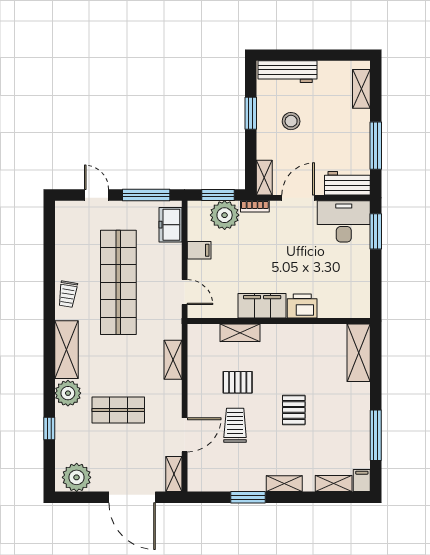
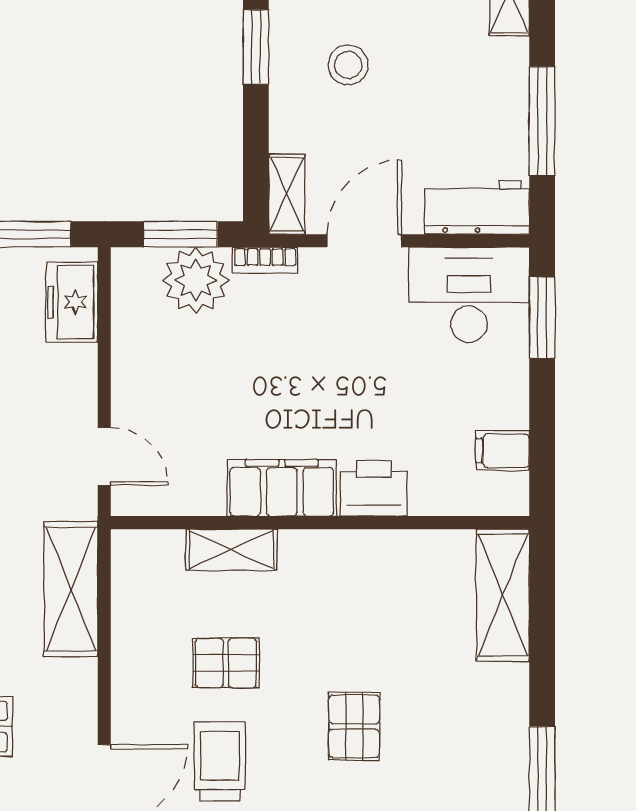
filing cabinet: (199, 250) -> (502, 451), moved, turned 180
shelving: (173, 360) -> (71, 589), width x1.50, depth x1.33

